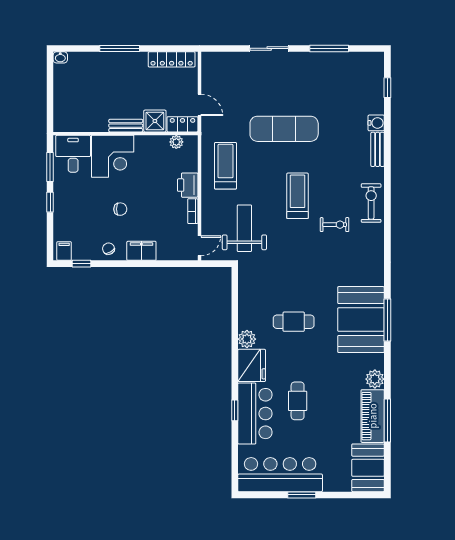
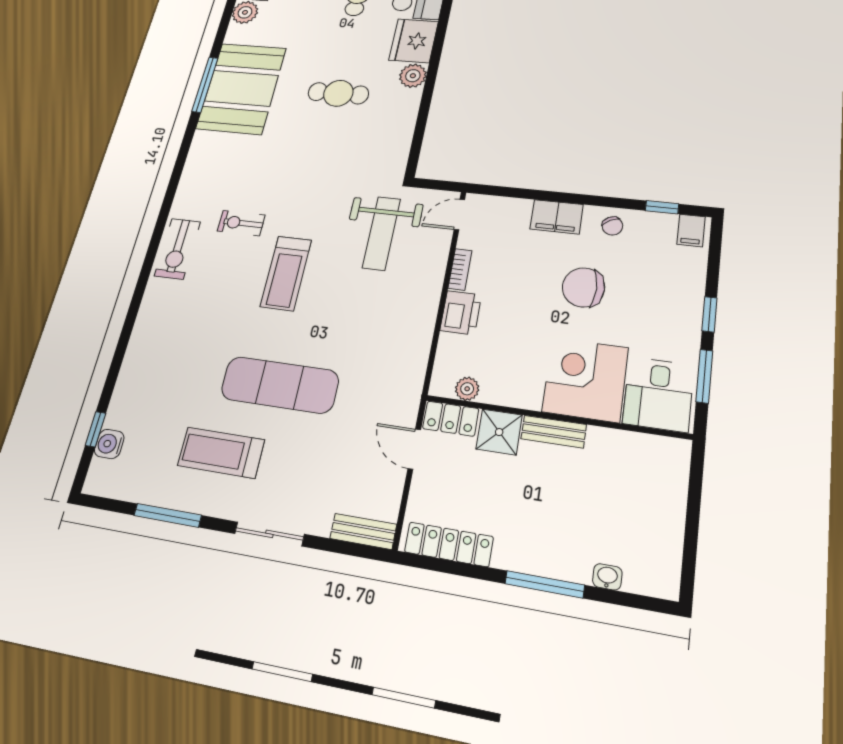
washbasin: (60, 57) -> (607, 577), moved
water cooler: (376, 123) -> (109, 444), moved
bench: (378, 149) -> (363, 531), moved, turned 90
treadmill: (226, 166) -> (221, 453), moved, turned 90
chair: (120, 209) -> (583, 287), width x1.87, depth x1.87

